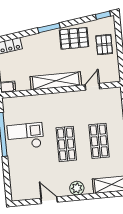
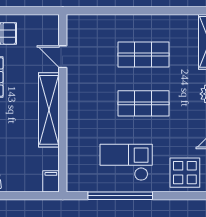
checkout: (25, 136) -> (126, 162), turned 90
display table: (22, 176) -> (185, 173), added

